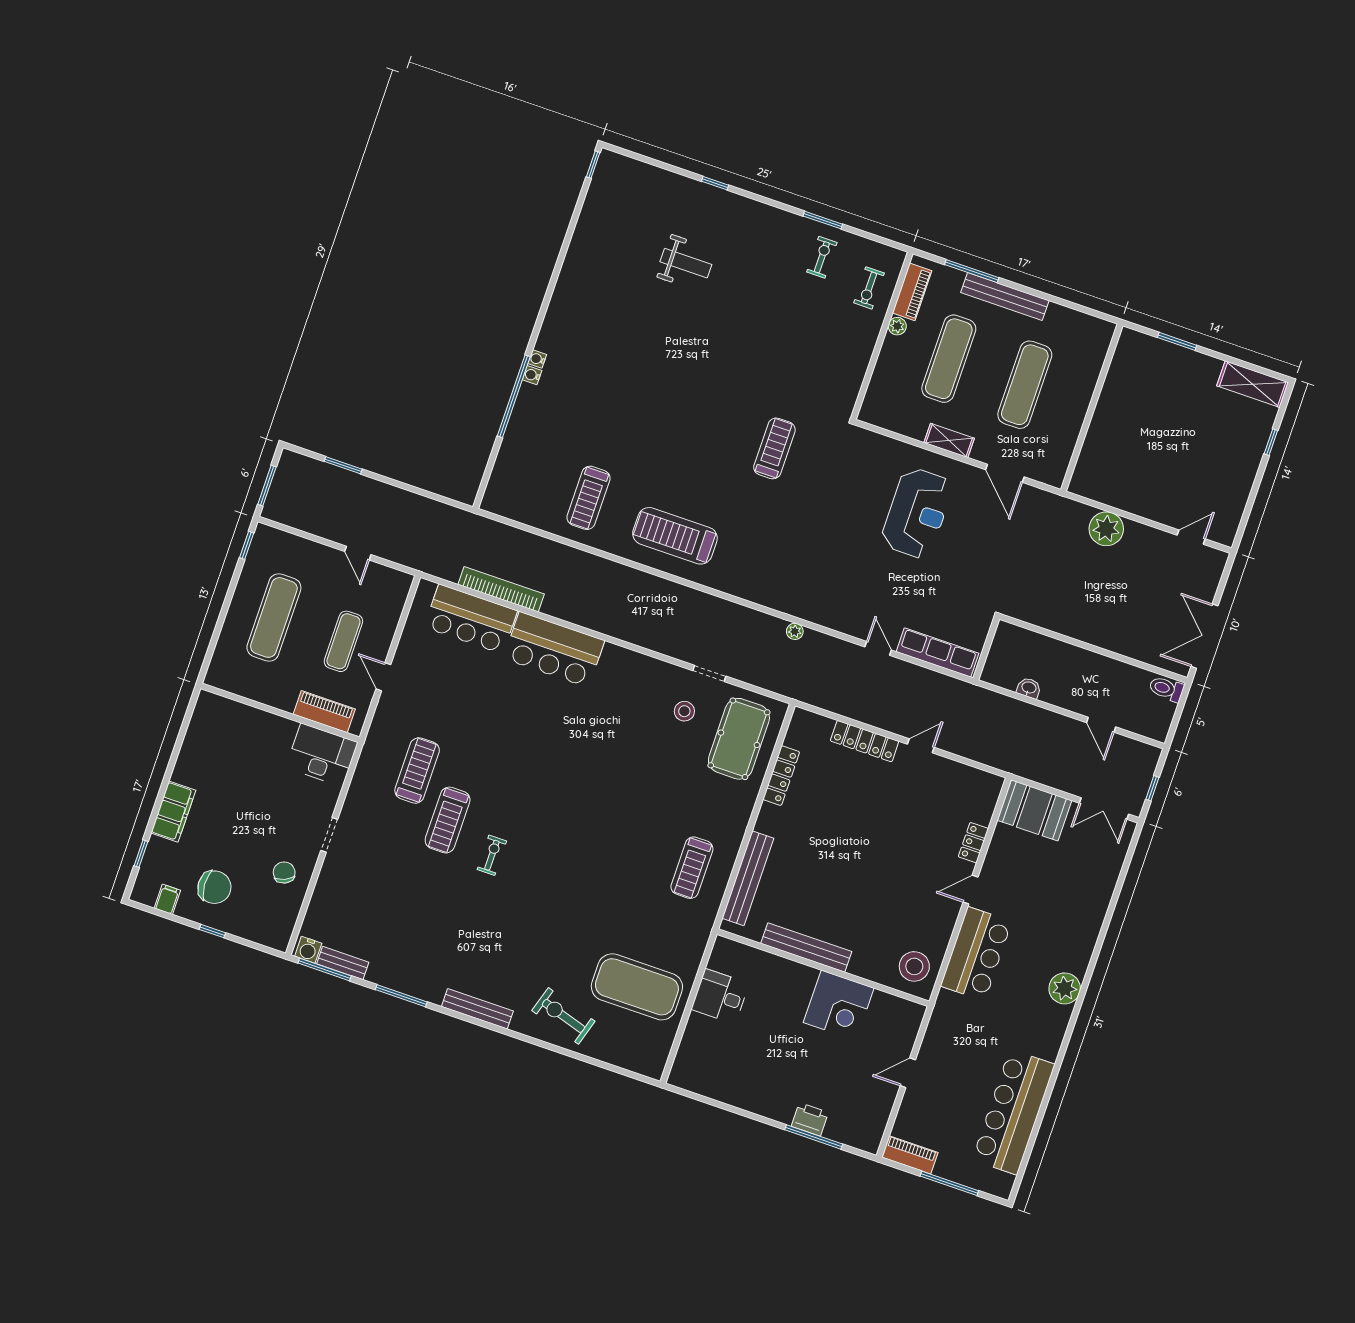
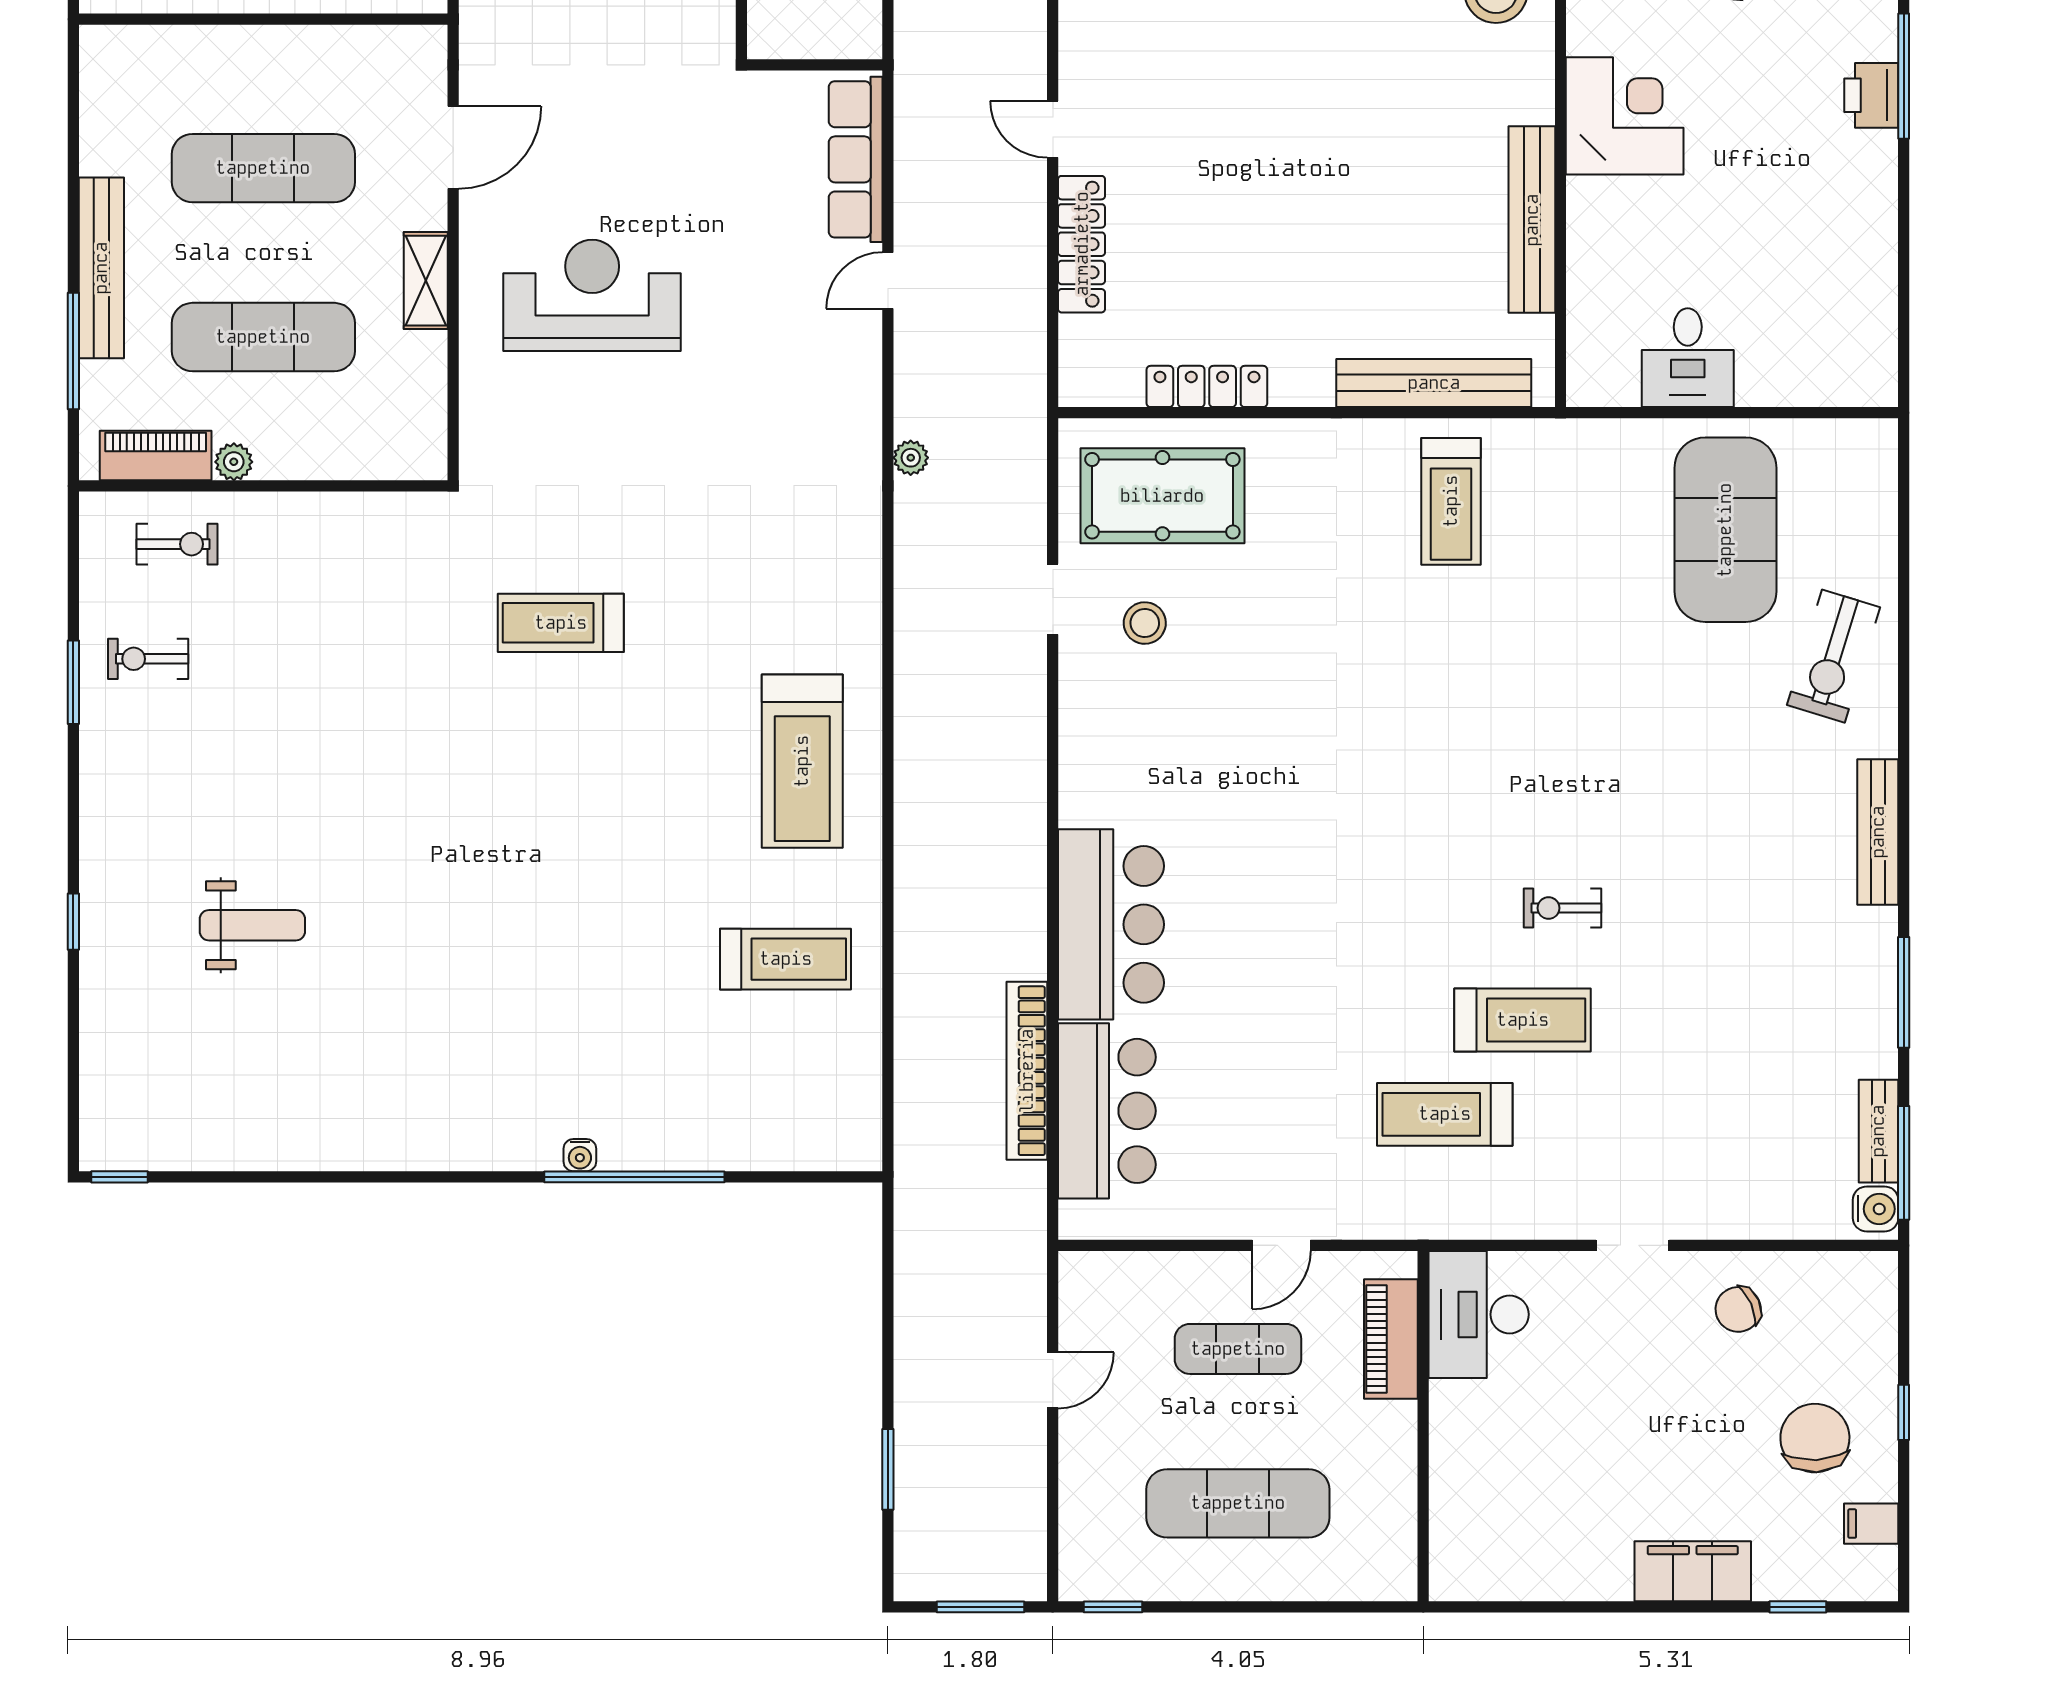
weight bench: (686, 263) -> (252, 925), turned 90
water cooler: (537, 359) -> (544, 1156), removed
treadmill: (692, 868) -> (1451, 501), turned 90

